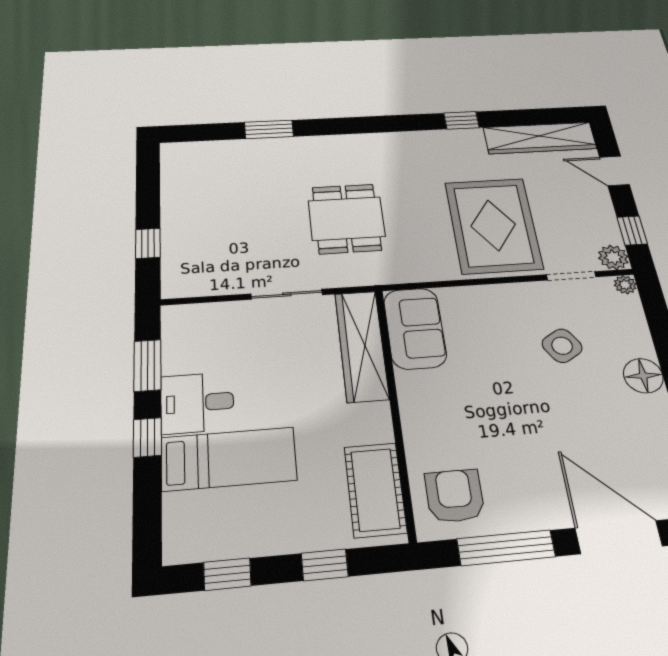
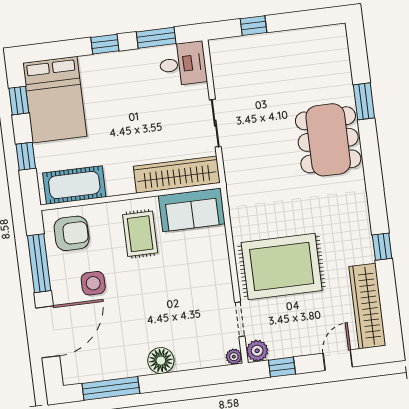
dining table: (347, 219) -> (328, 140), moved, width x1.38
side table: (562, 346) -> (93, 283), moved, turned 31
rug: (453, 397) -> (140, 234), added
desk: (197, 403) -> (183, 64), moved, turned 90
bed: (229, 459) -> (55, 100), moved, width x1.50

